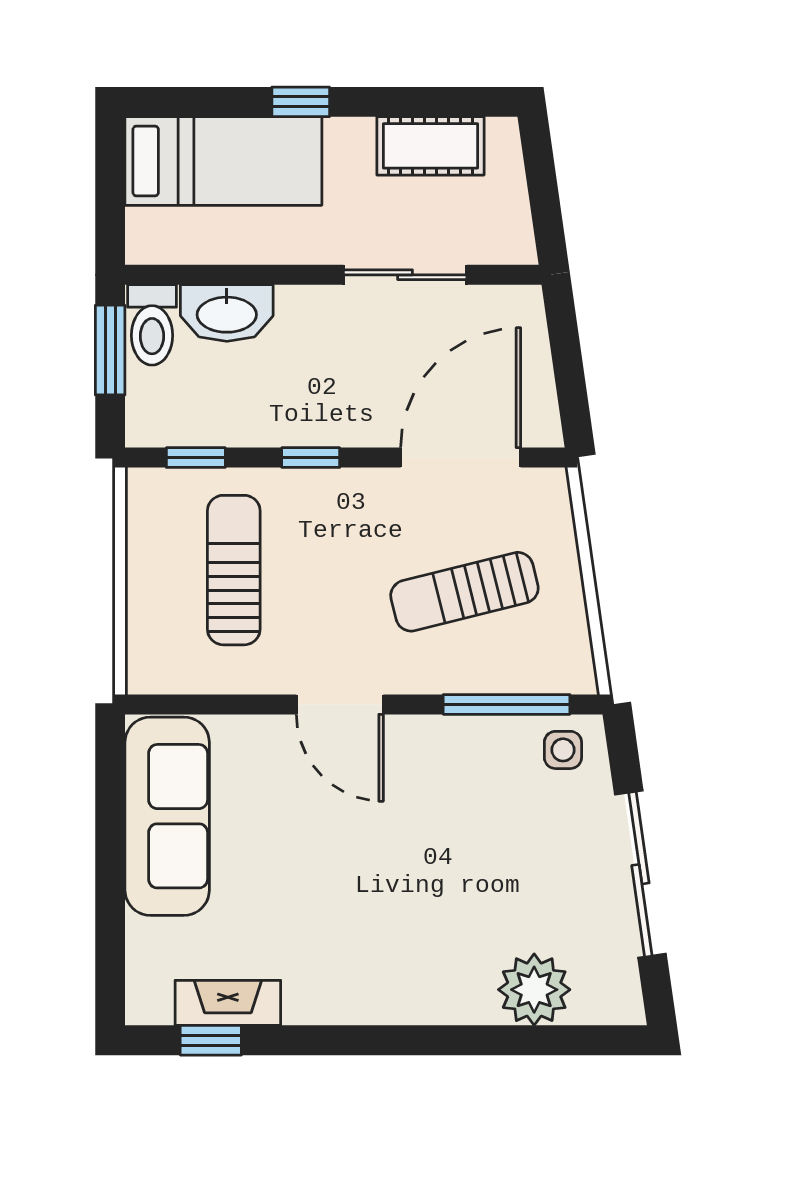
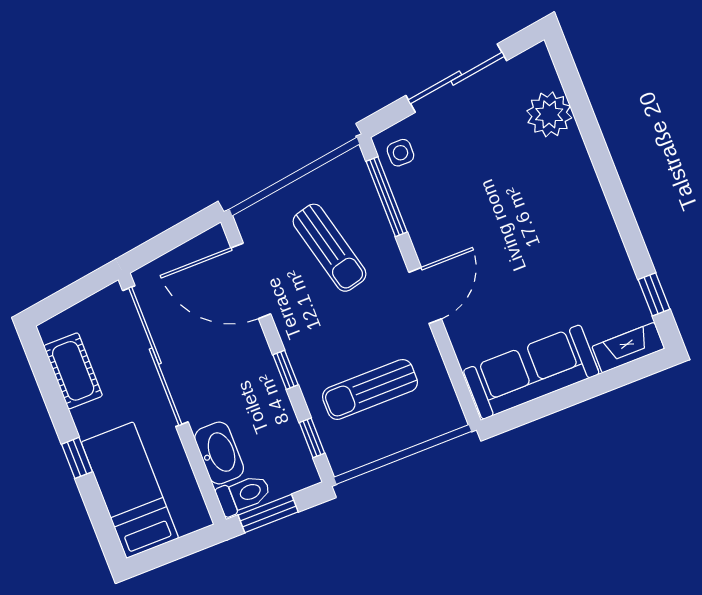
sliding door: (405, 275) -> (155, 356), width x1.86
fireplace: (228, 1003) -> (628, 348), moved, turned 90

